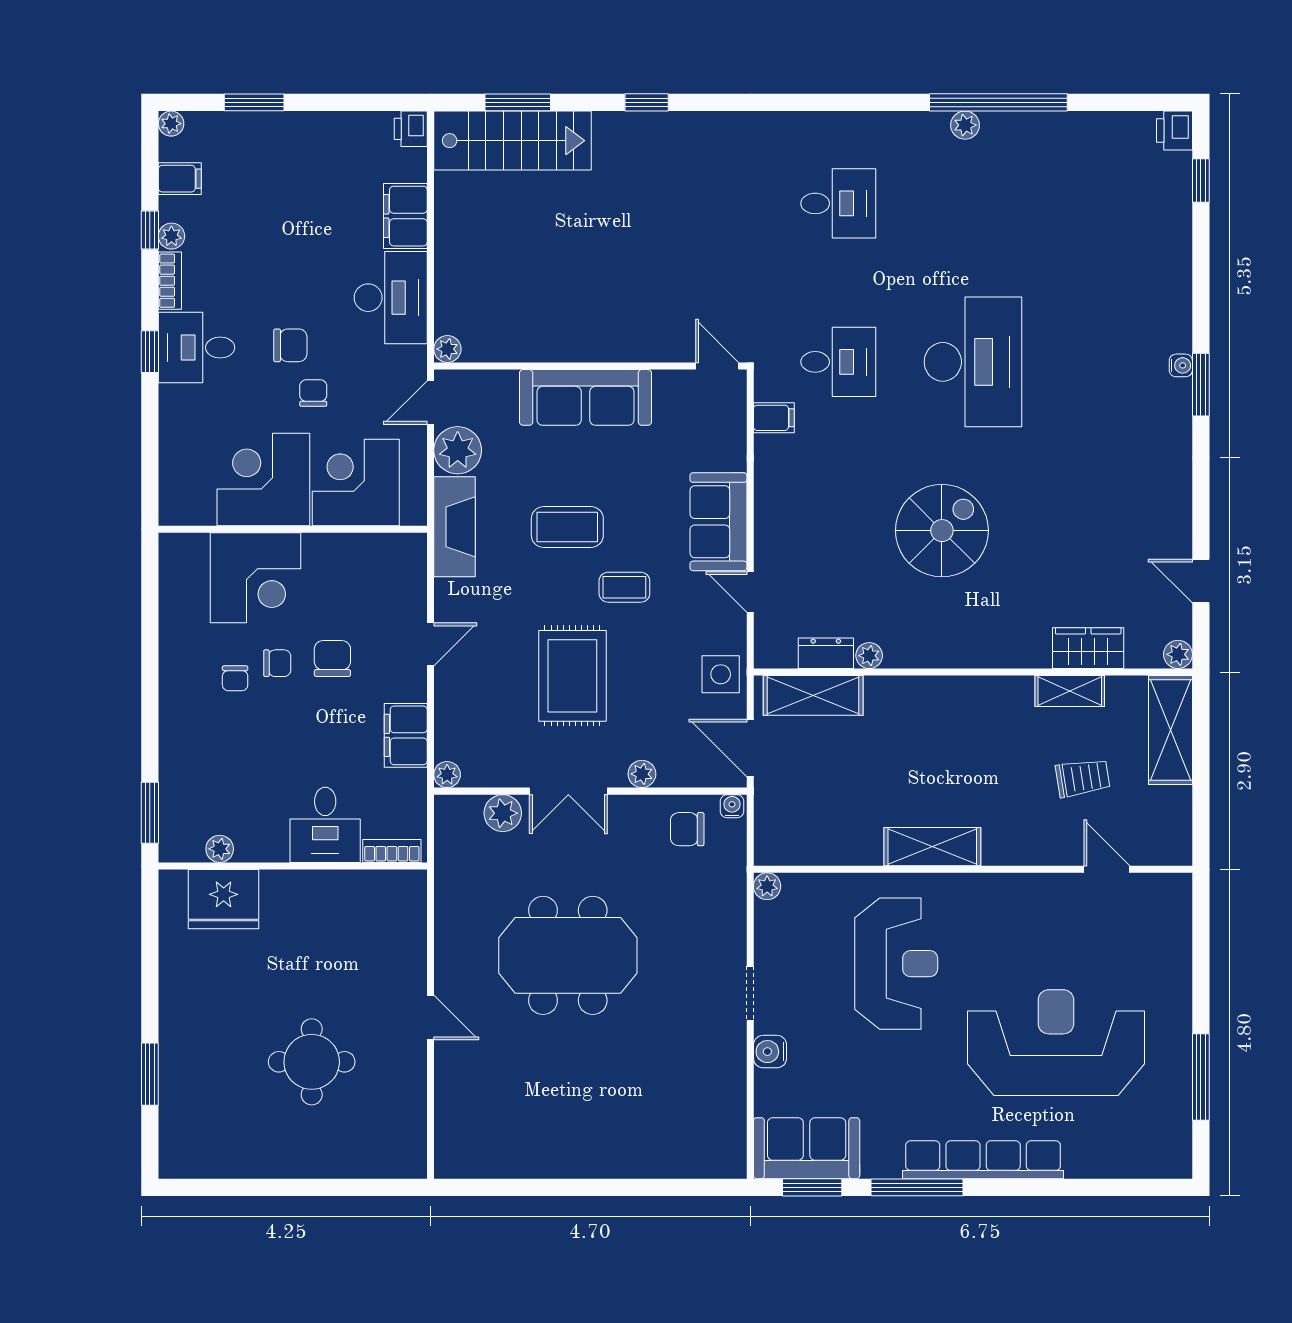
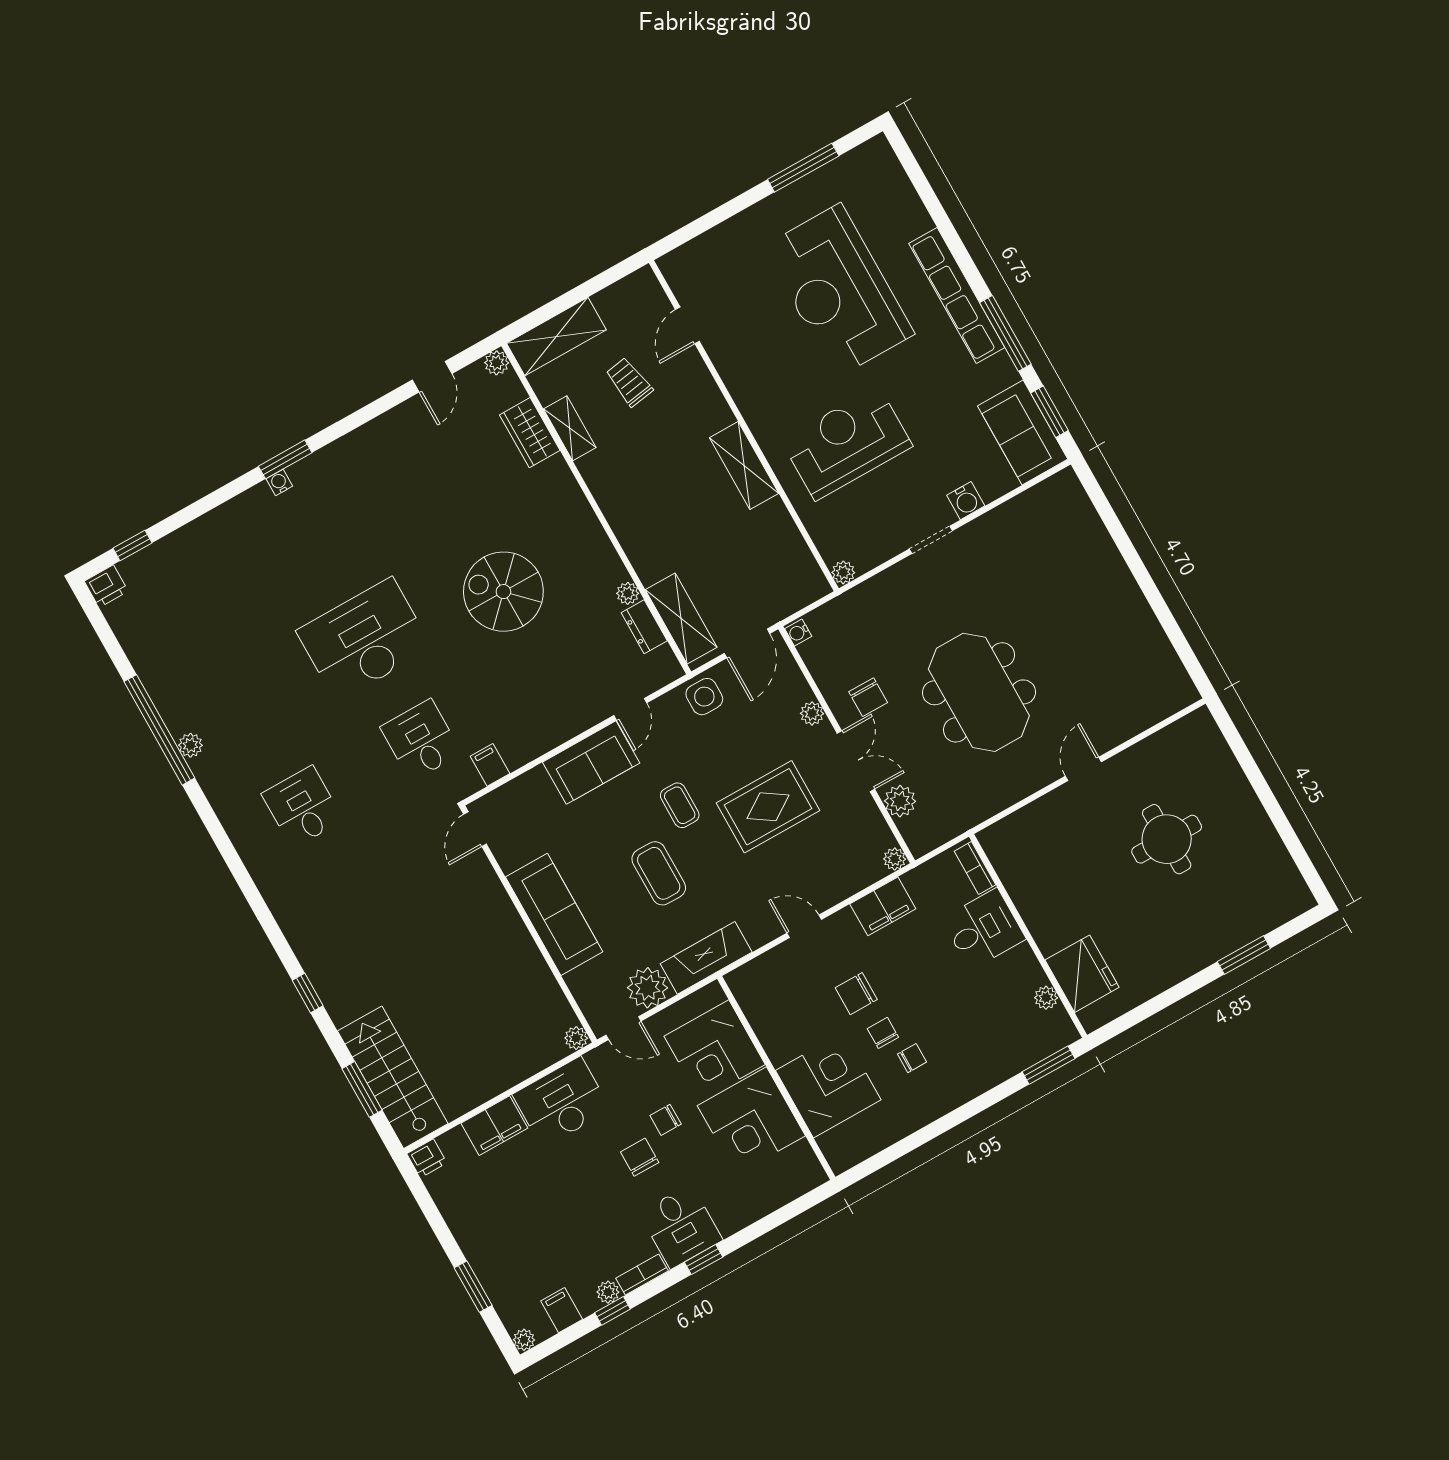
chair: (687, 829) -> (868, 697), moved

